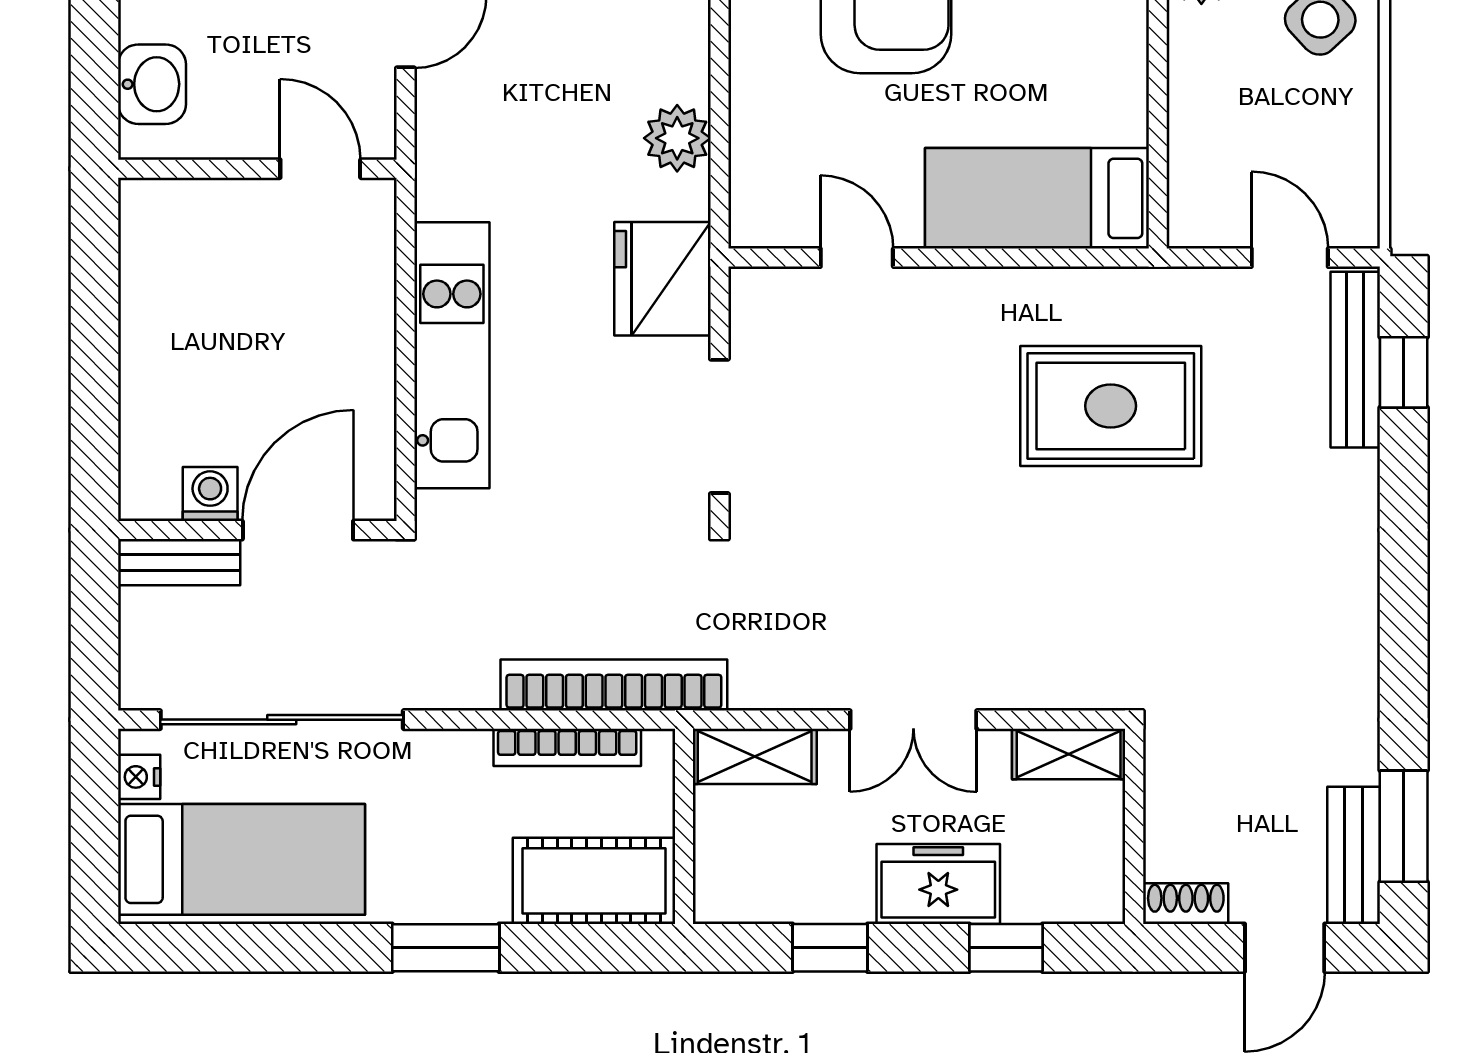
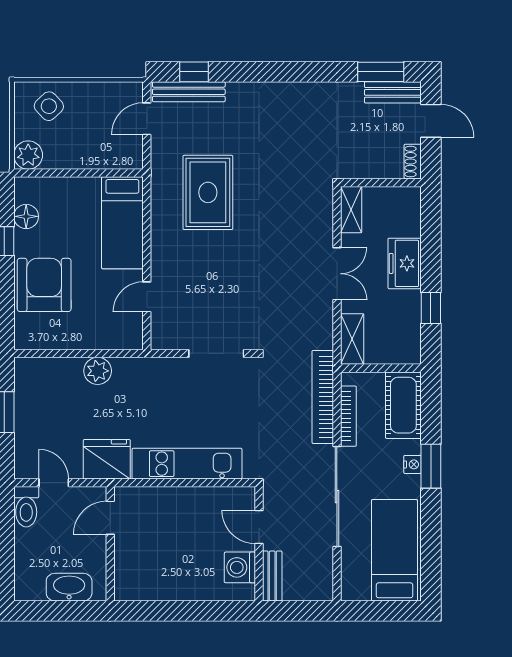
washbasin: (152, 84) -> (69, 587), width x1.38
fridge: (662, 279) -> (107, 459), moved, turned 180
washing machine: (210, 494) -> (240, 567), width x1.38, depth x1.38
door: (298, 530) -> (259, 527), width x0.73
sliding door: (282, 720) -> (337, 497), moved
nightstand: (139, 777) -> (412, 464), moved, turned -90
window: (1006, 948) -> (431, 236), removed

